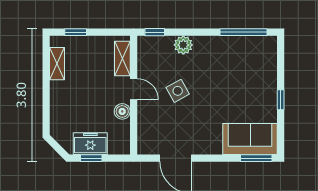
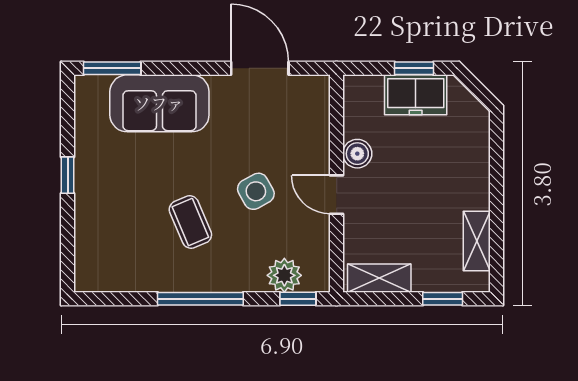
window: (244, 32) -> (200, 299), moved
plant: (183, 45) -> (284, 275), moved
shelving: (122, 59) -> (379, 278), moved, turned 90
coffee table: (213, 74) -> (190, 222), added
sofa: (250, 139) -> (159, 103), moved

